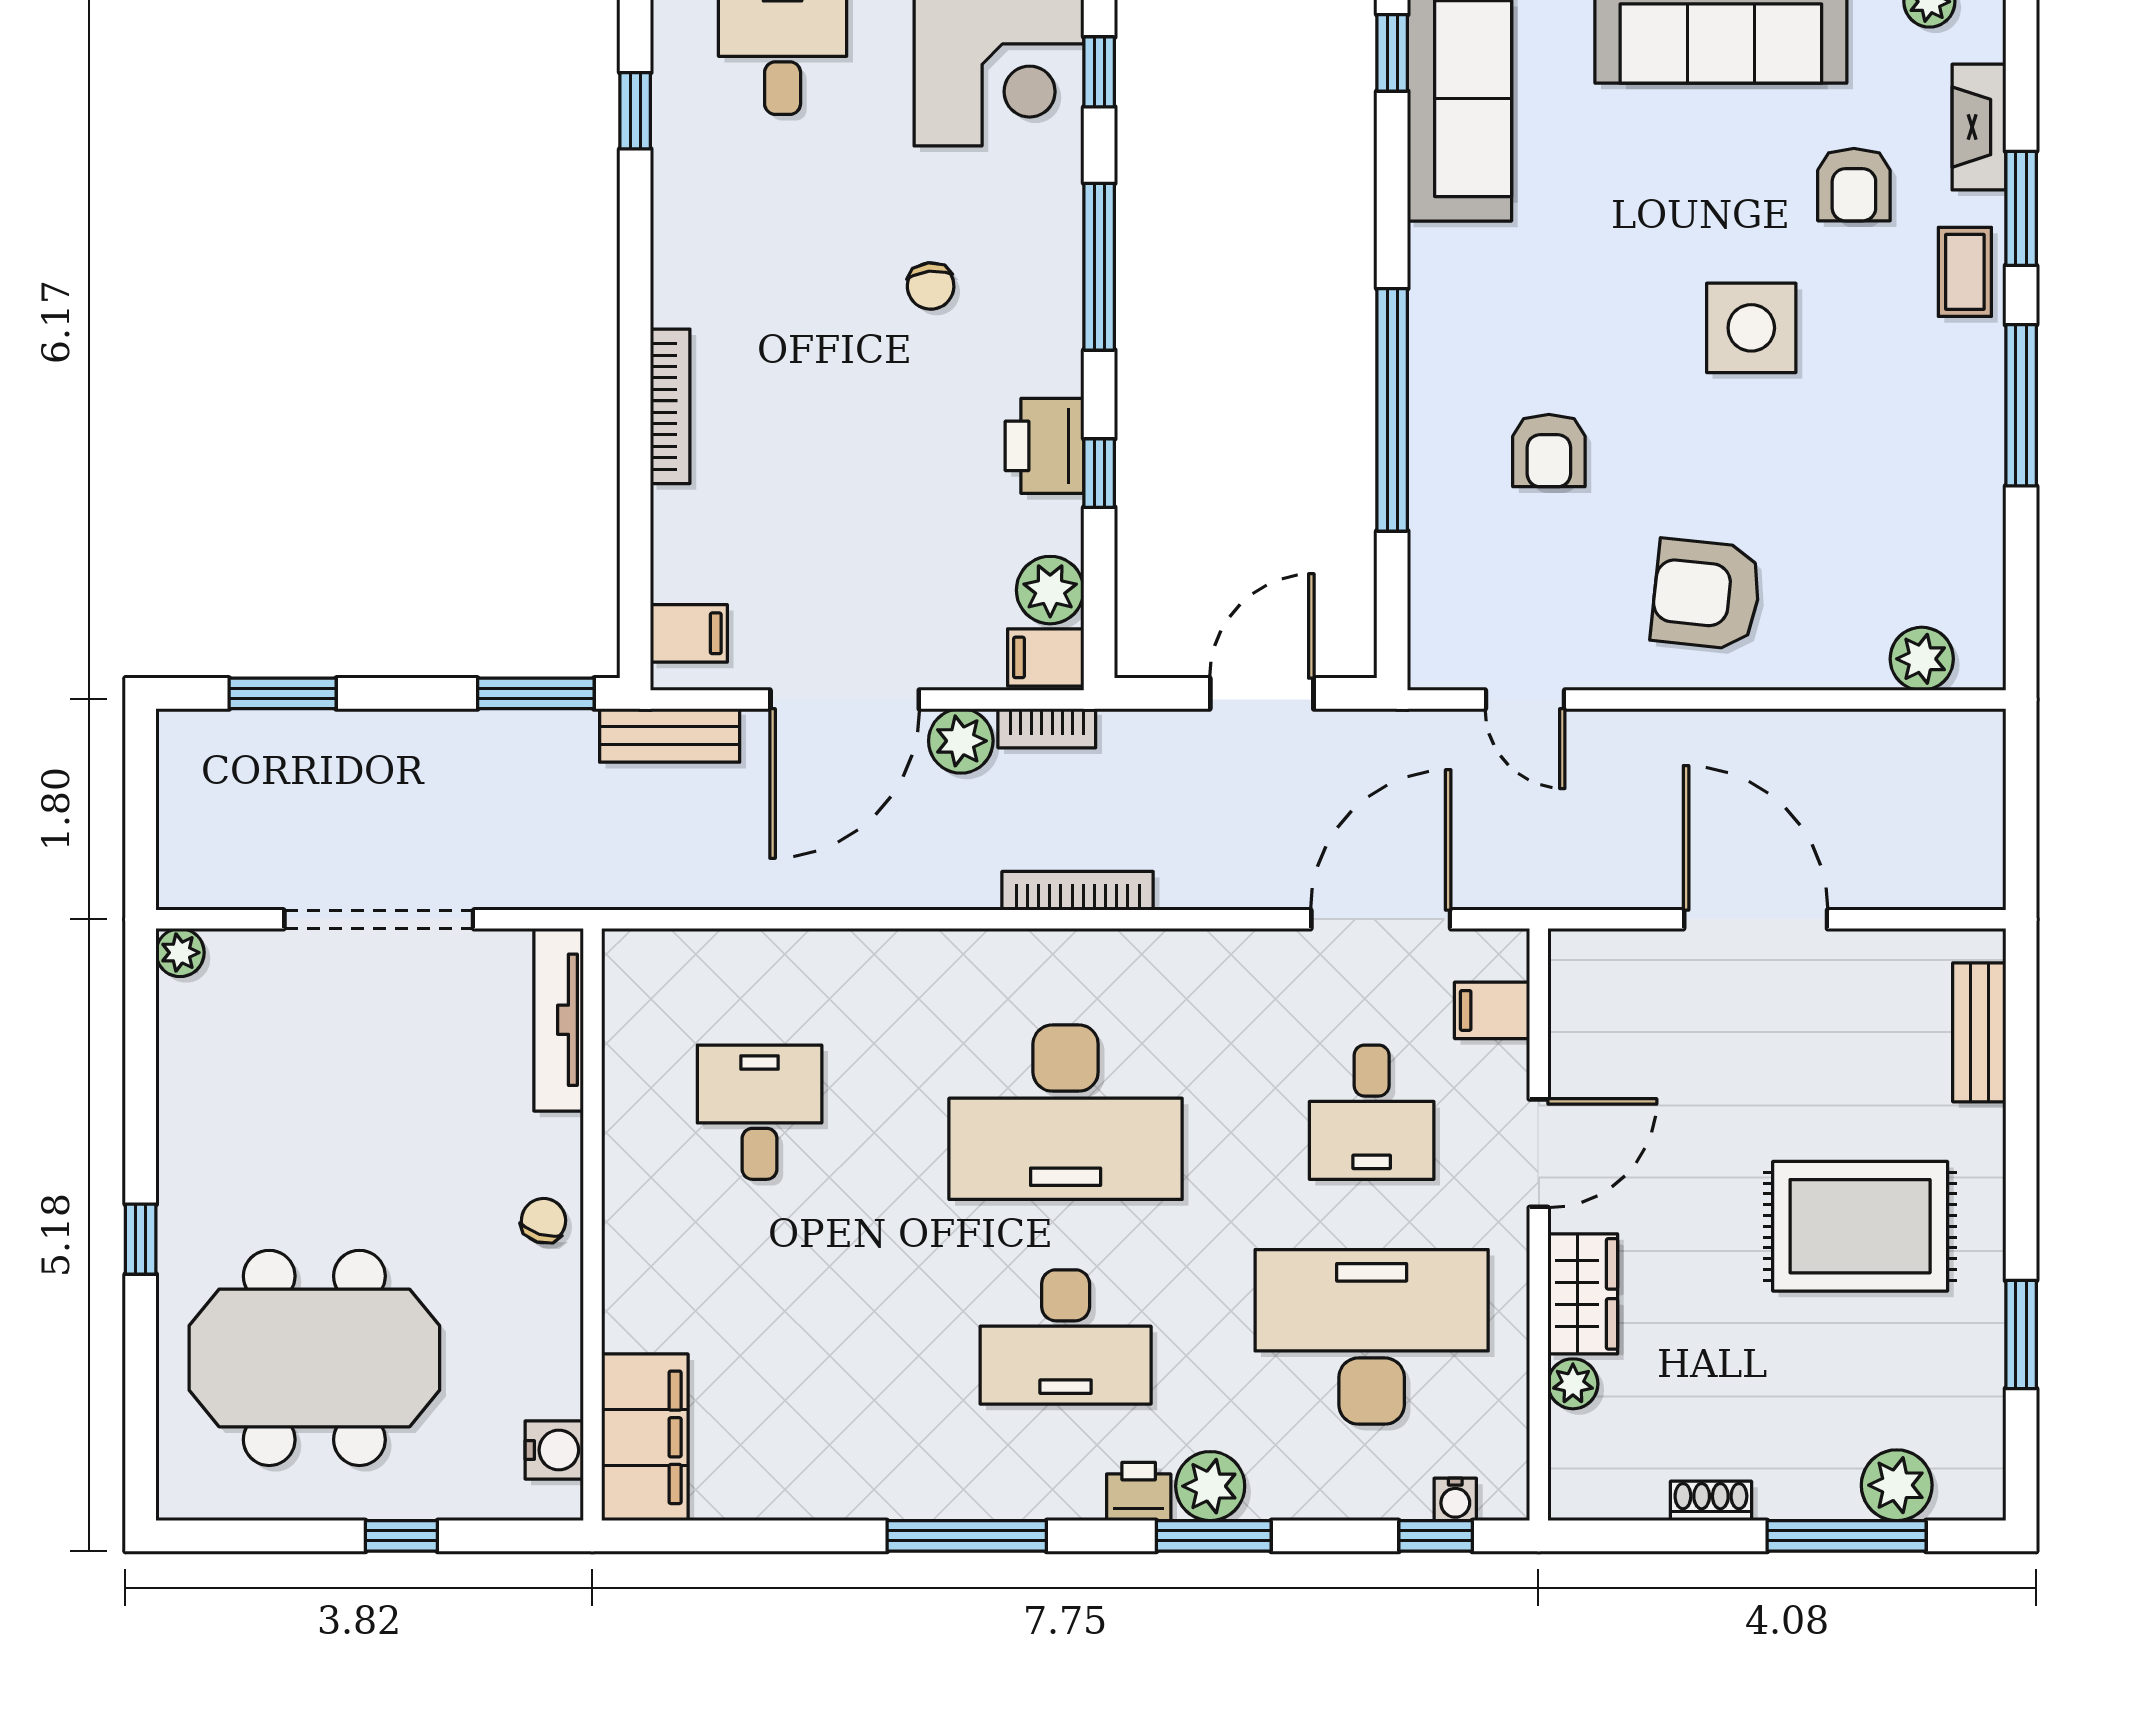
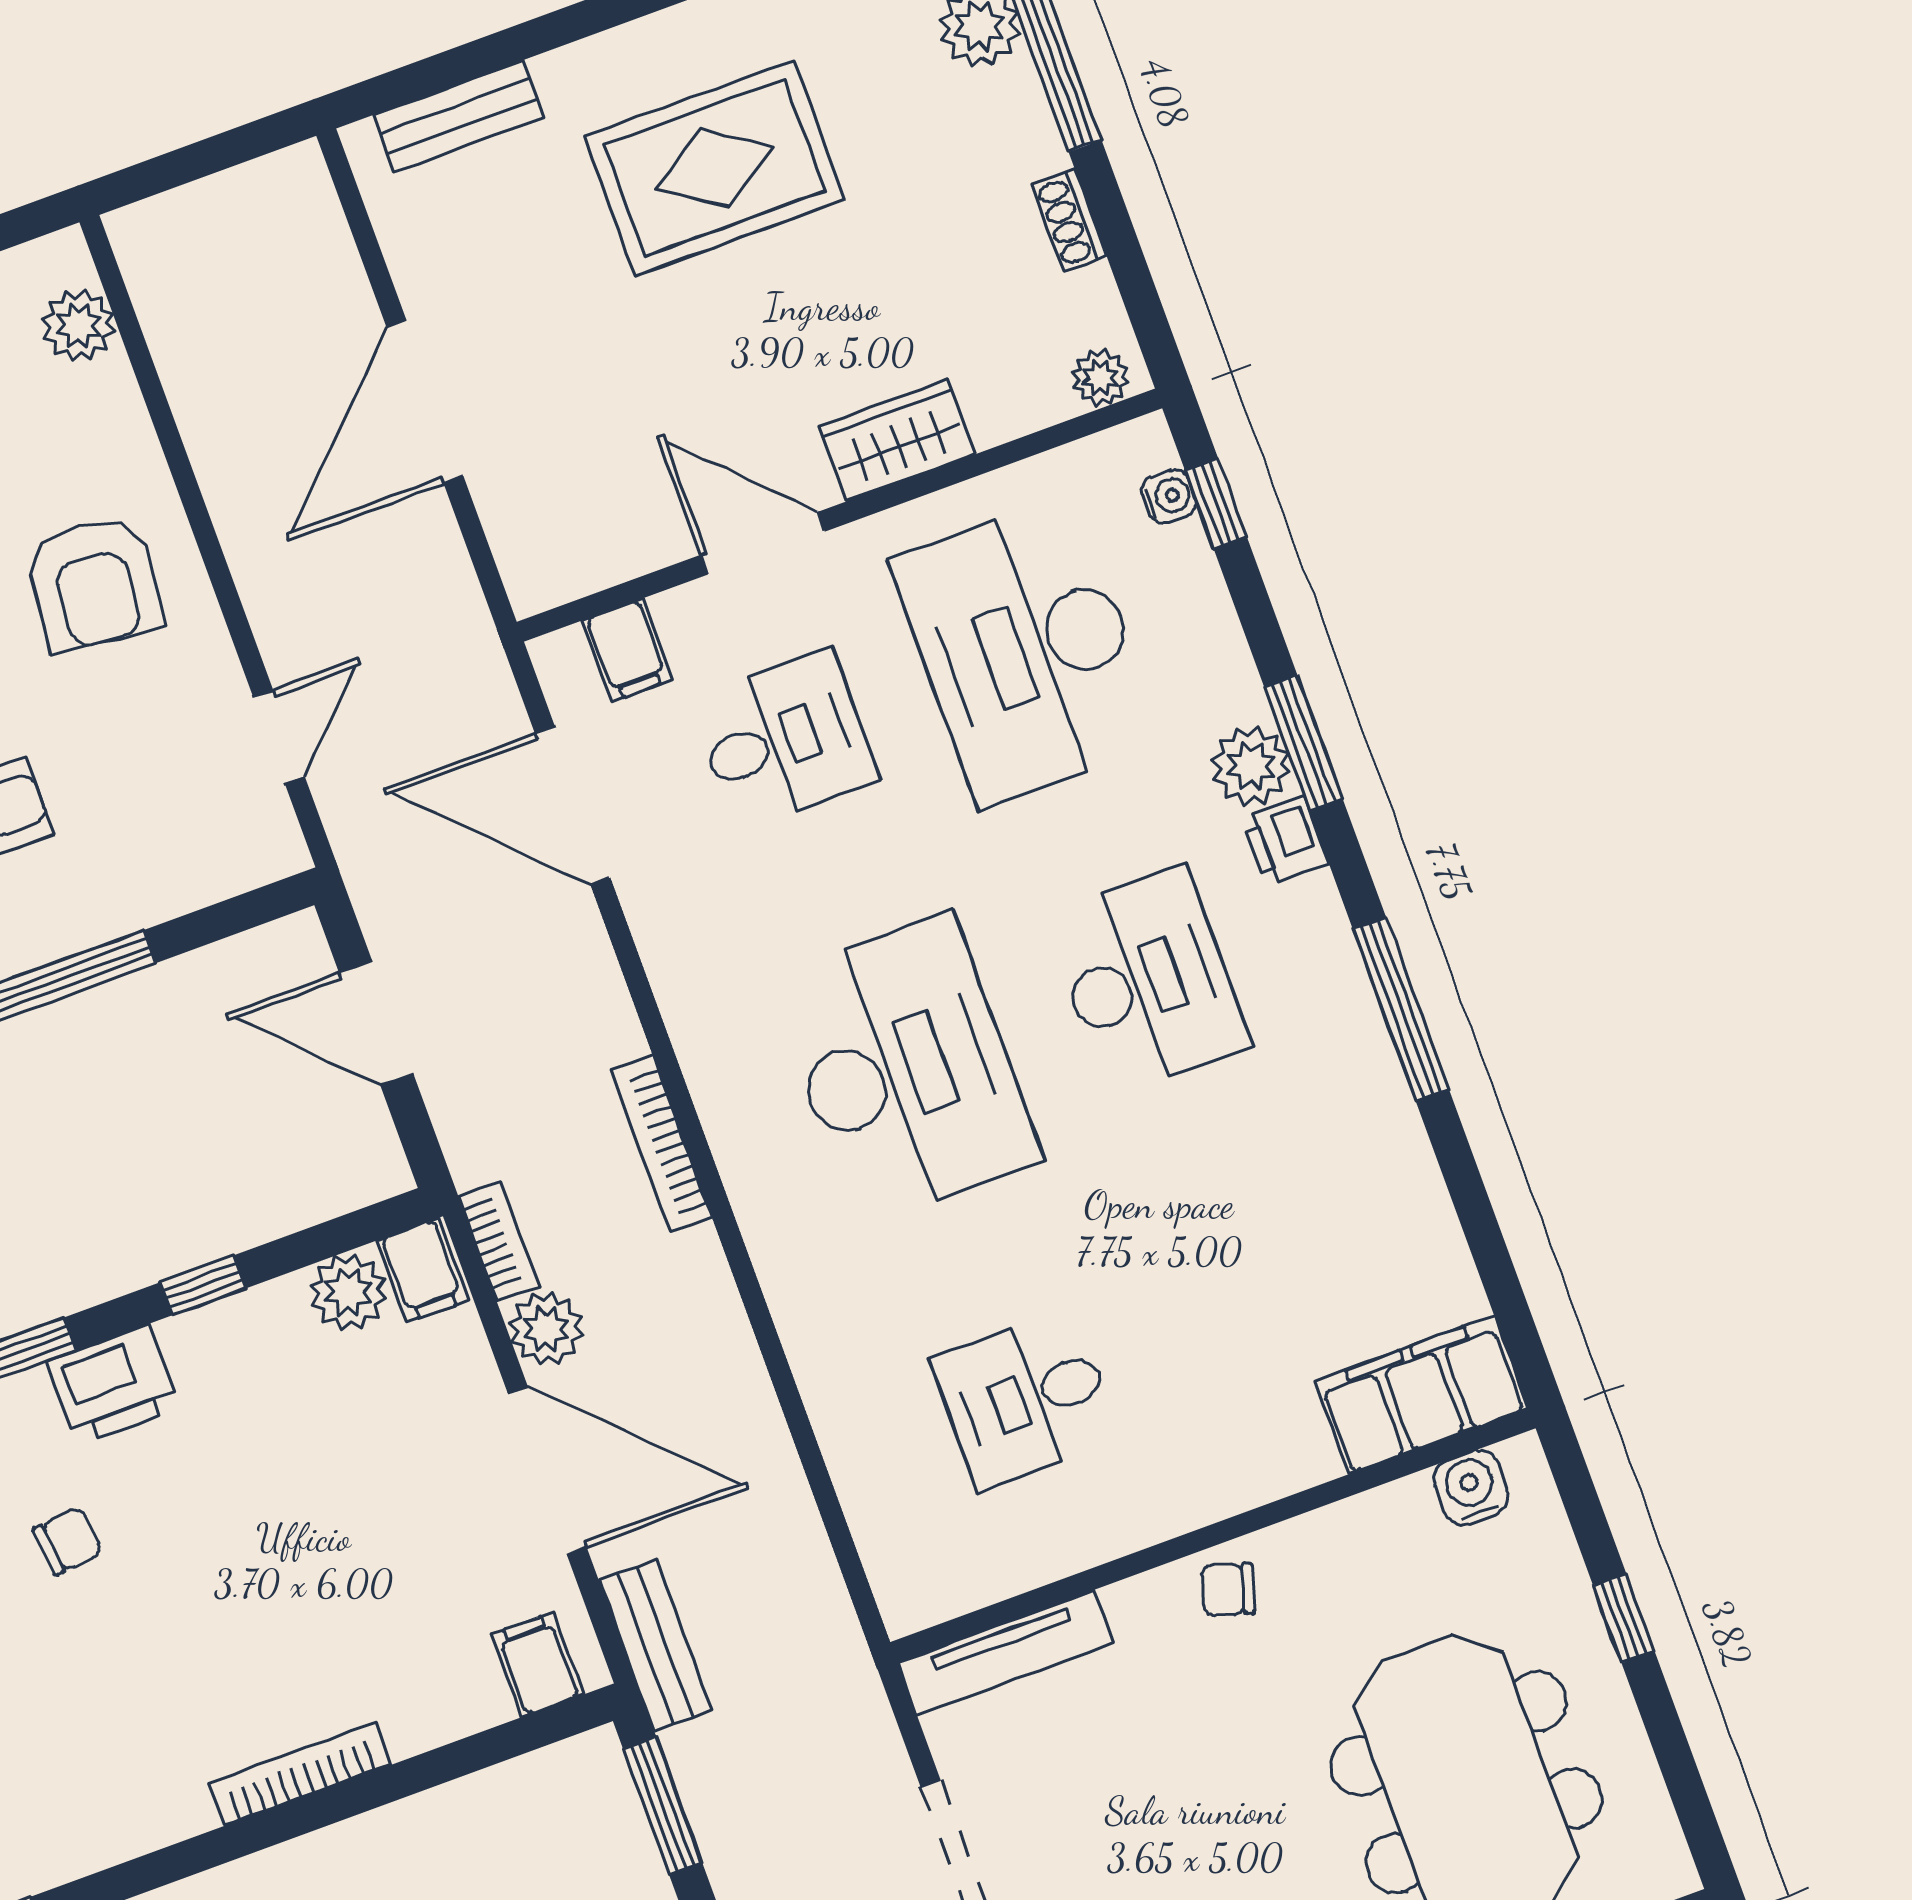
printer: (1045, 446) -> (113, 1385), moved
rug: (1860, 1226) -> (715, 168), turned 90
plant: (1573, 1384) -> (1101, 378), moved

